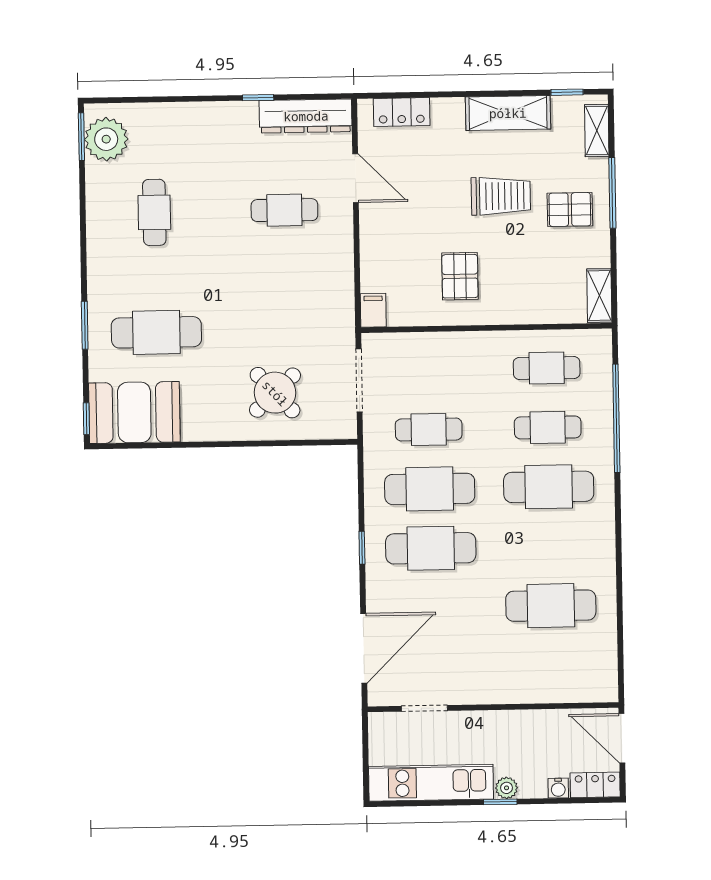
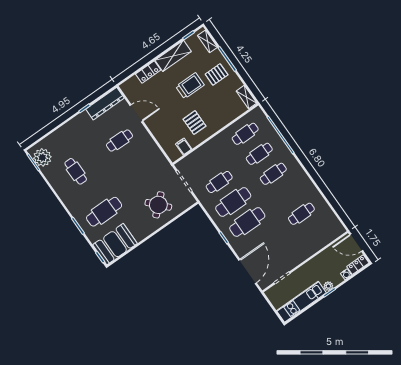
locker: (402, 112) -> (148, 72), moved
filing cabinet: (373, 310) -> (184, 146), moved
cafe table: (549, 487) -> (273, 174), width x0.73, depth x0.74
cafe table: (551, 606) -> (301, 214), width x0.73, depth x0.74

